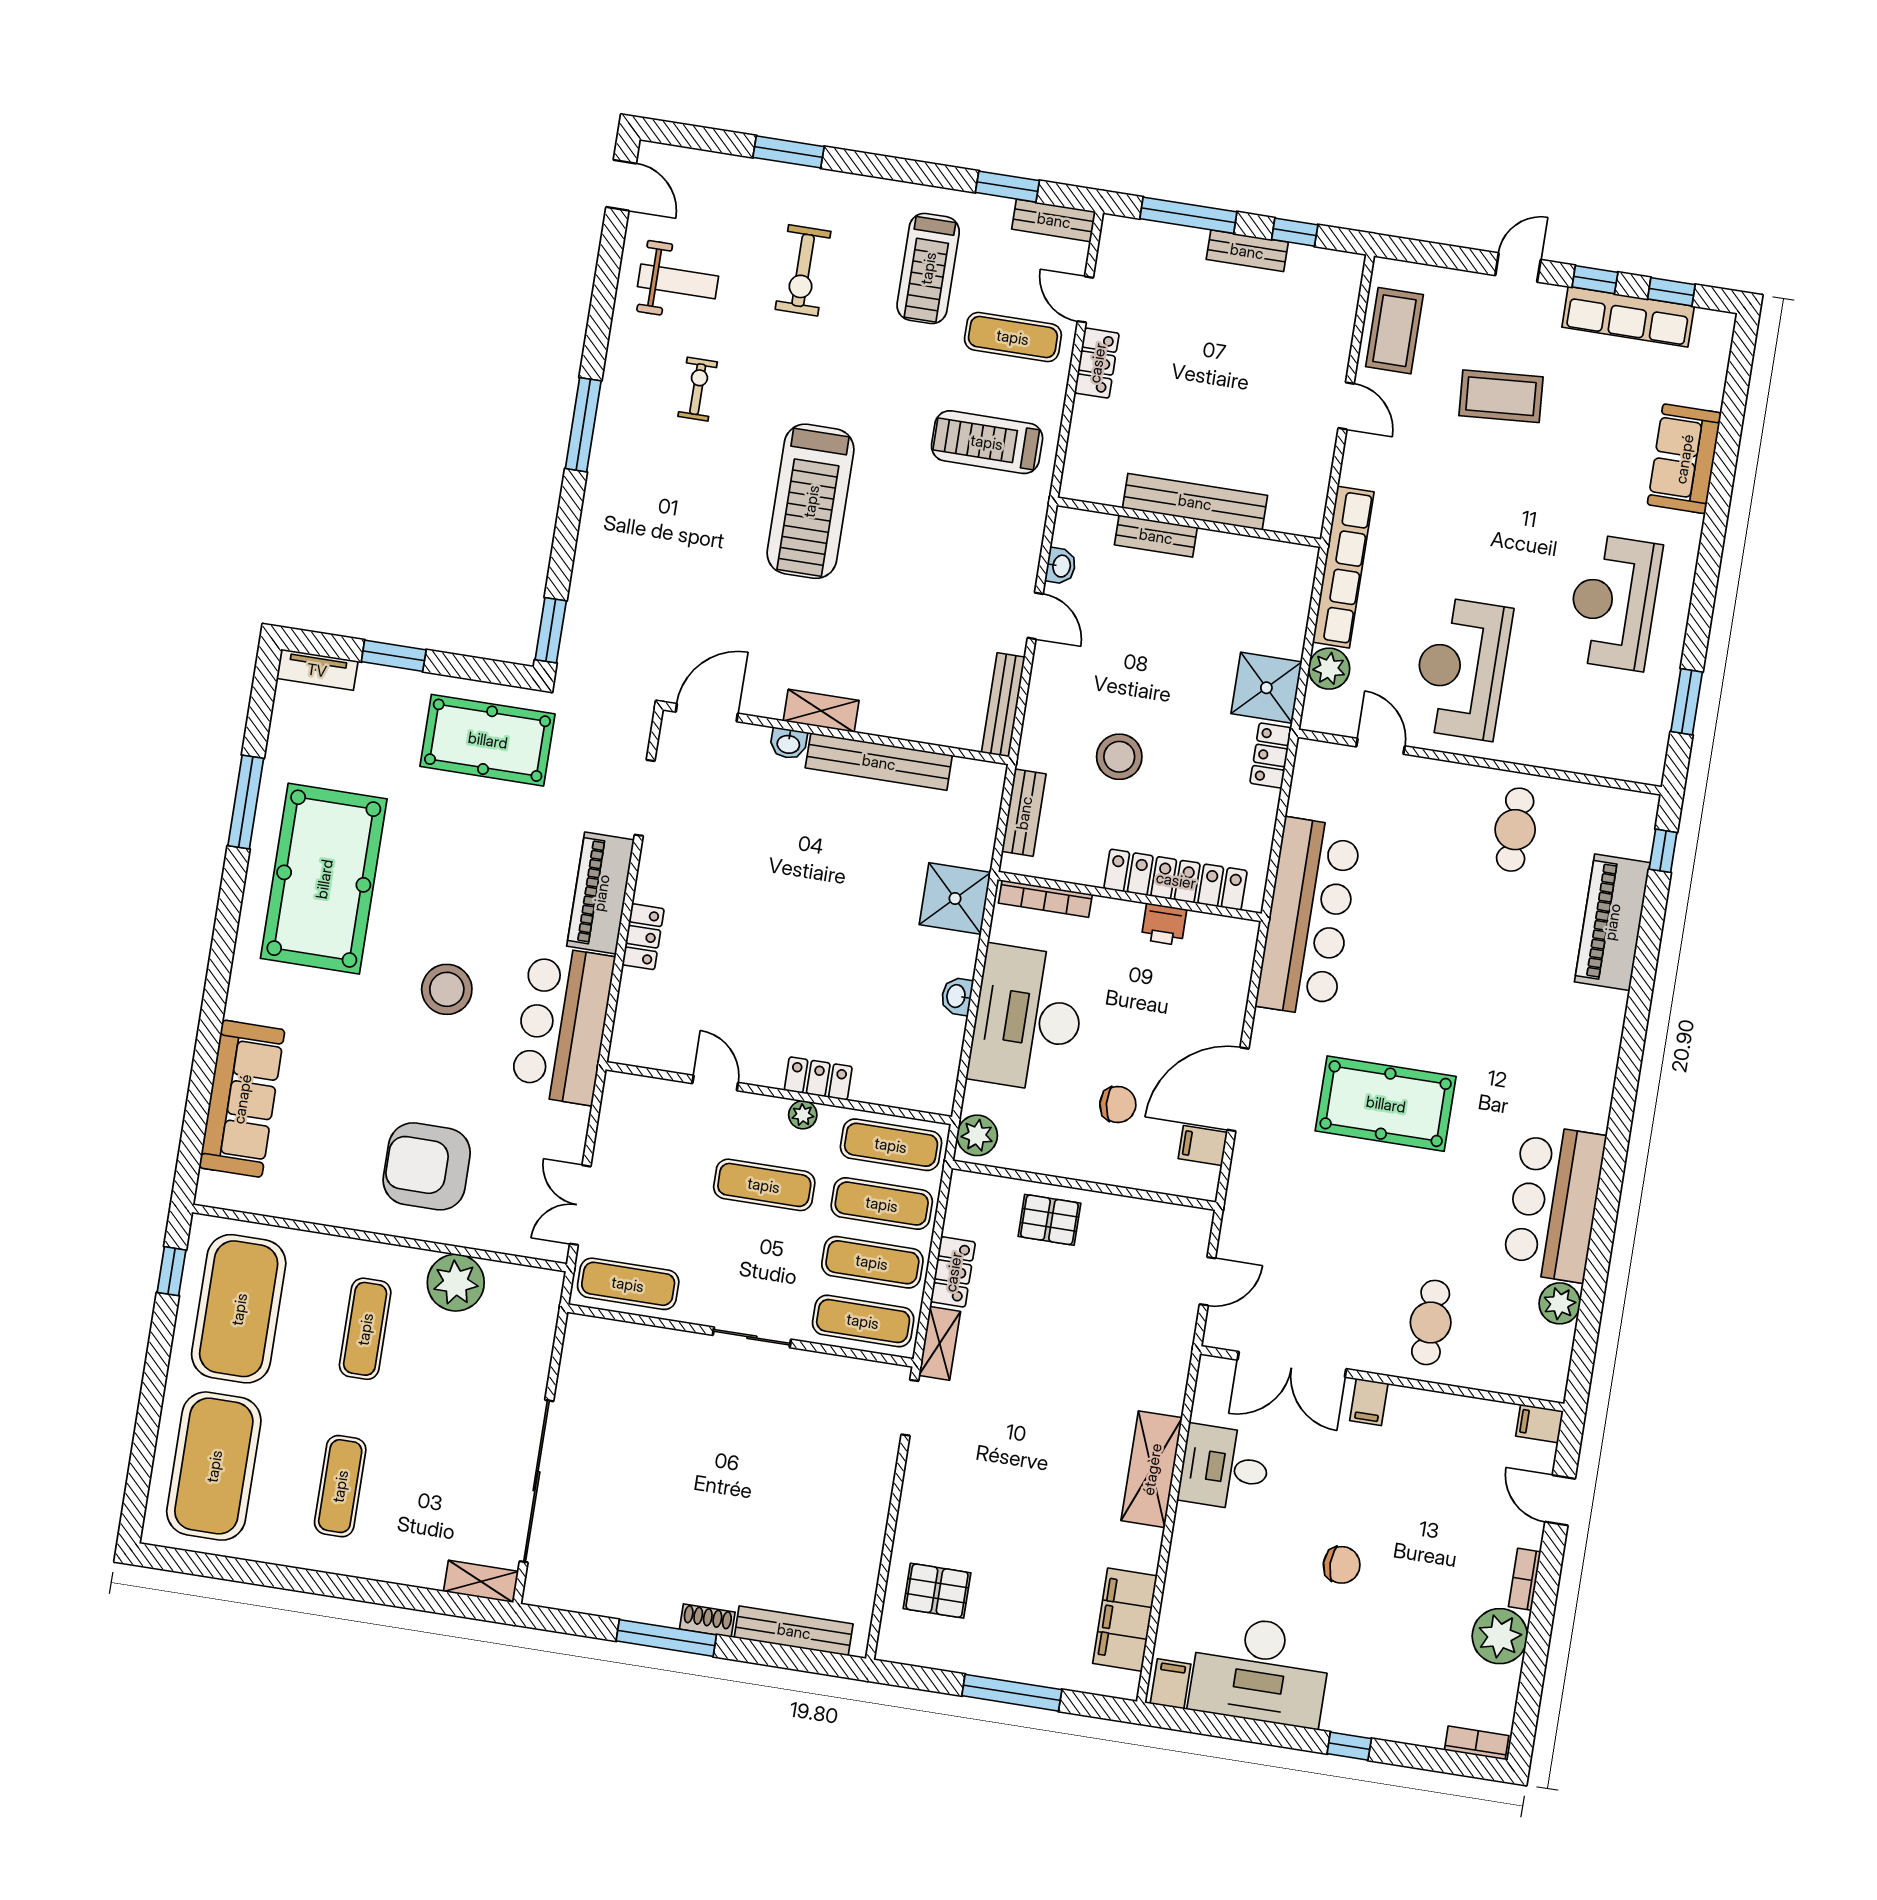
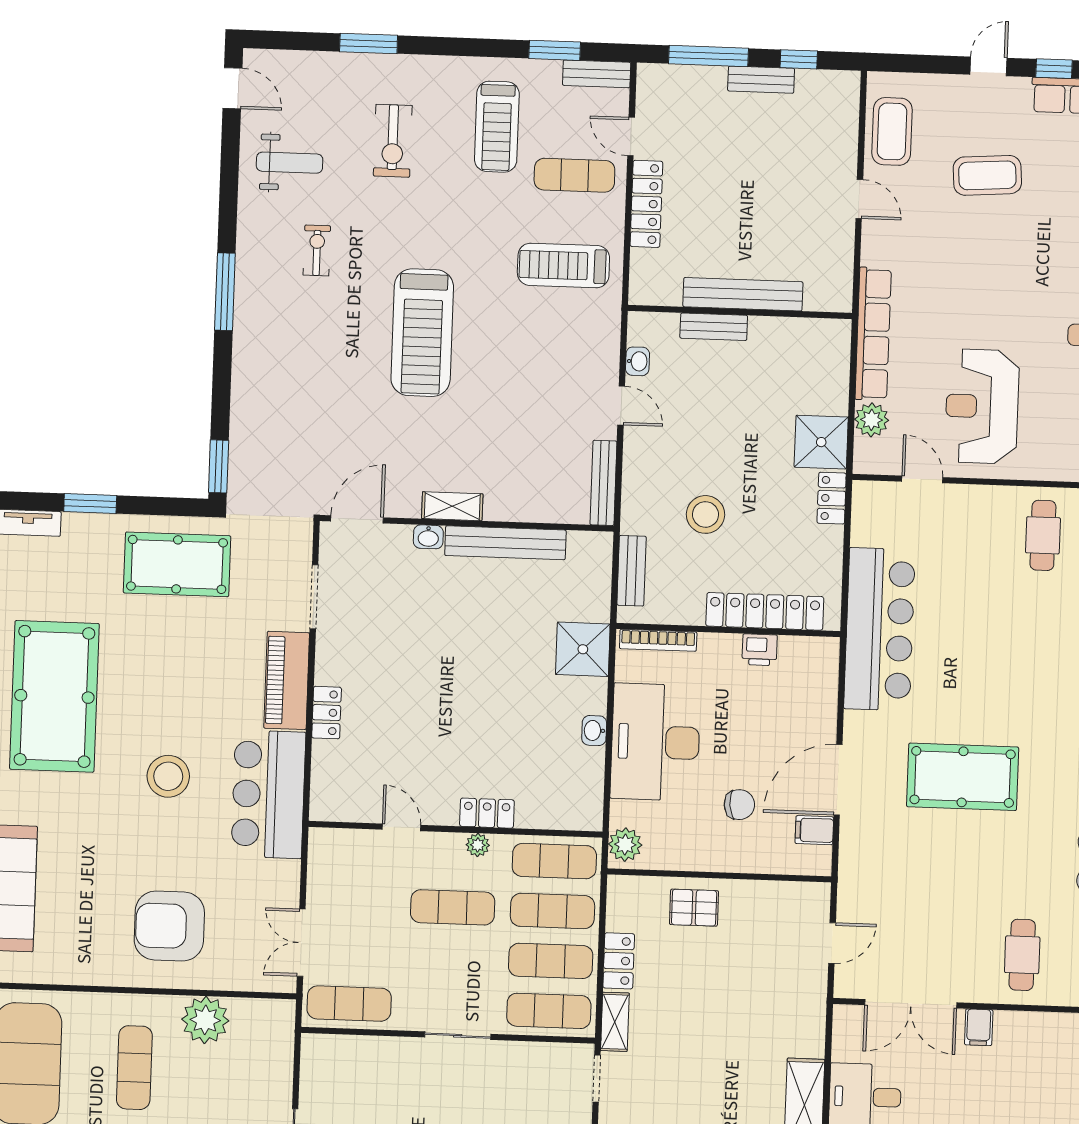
locker: (1097, 363) -> (646, 204), width x1.53

